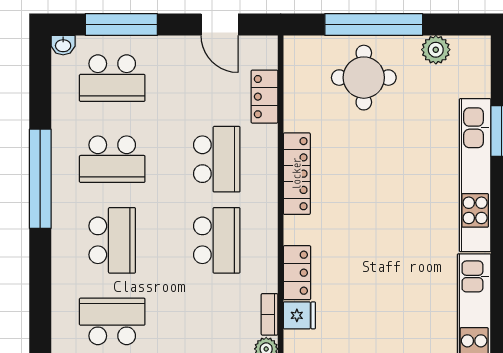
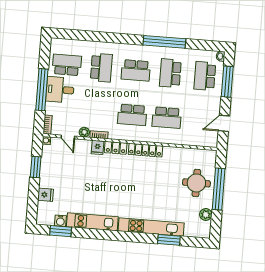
locker: (264, 97) -> (192, 140), removed
locker: (297, 174) -> (145, 150), moved

